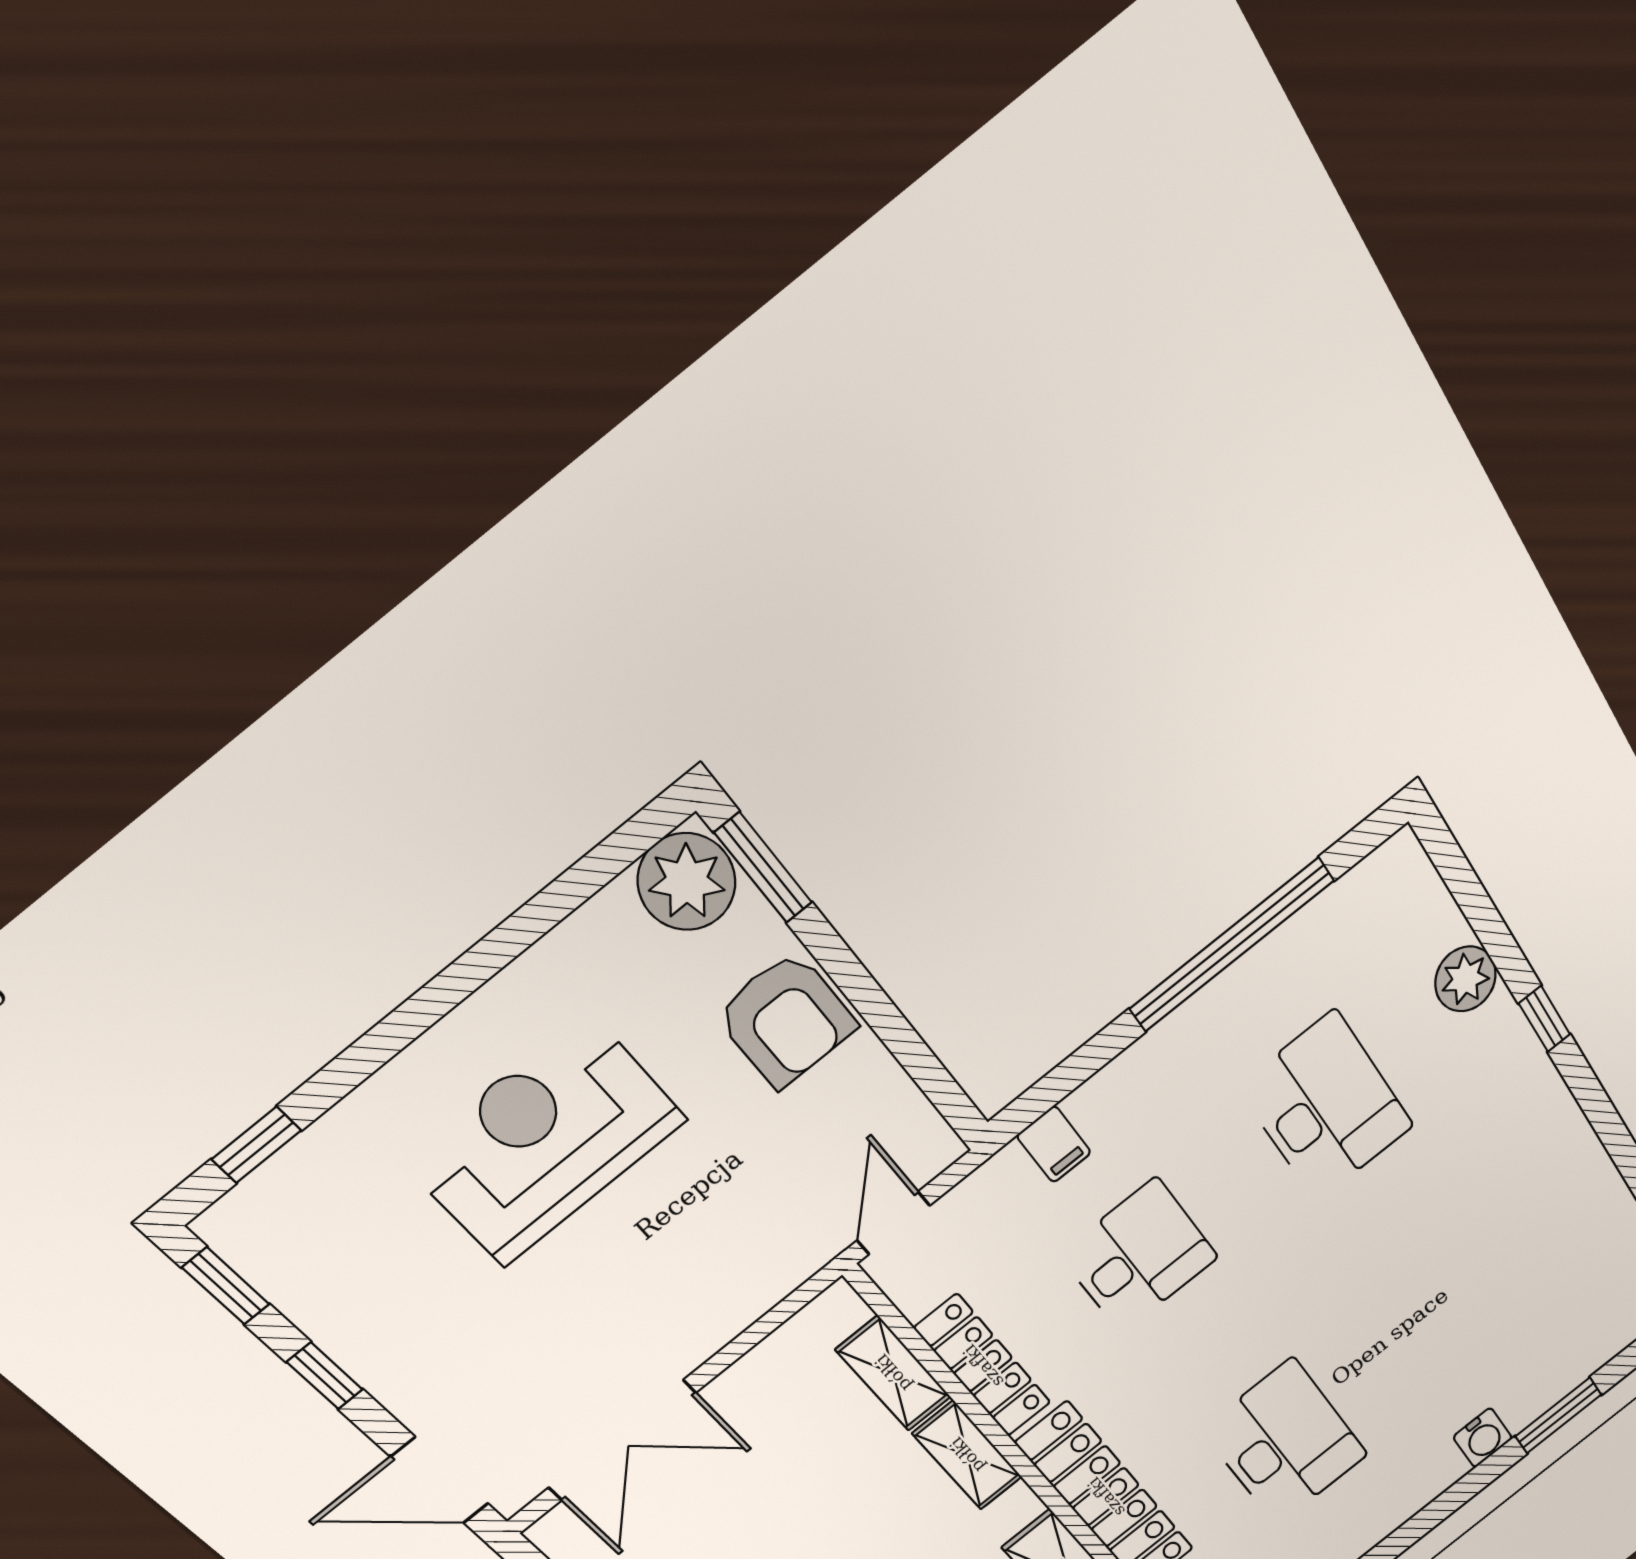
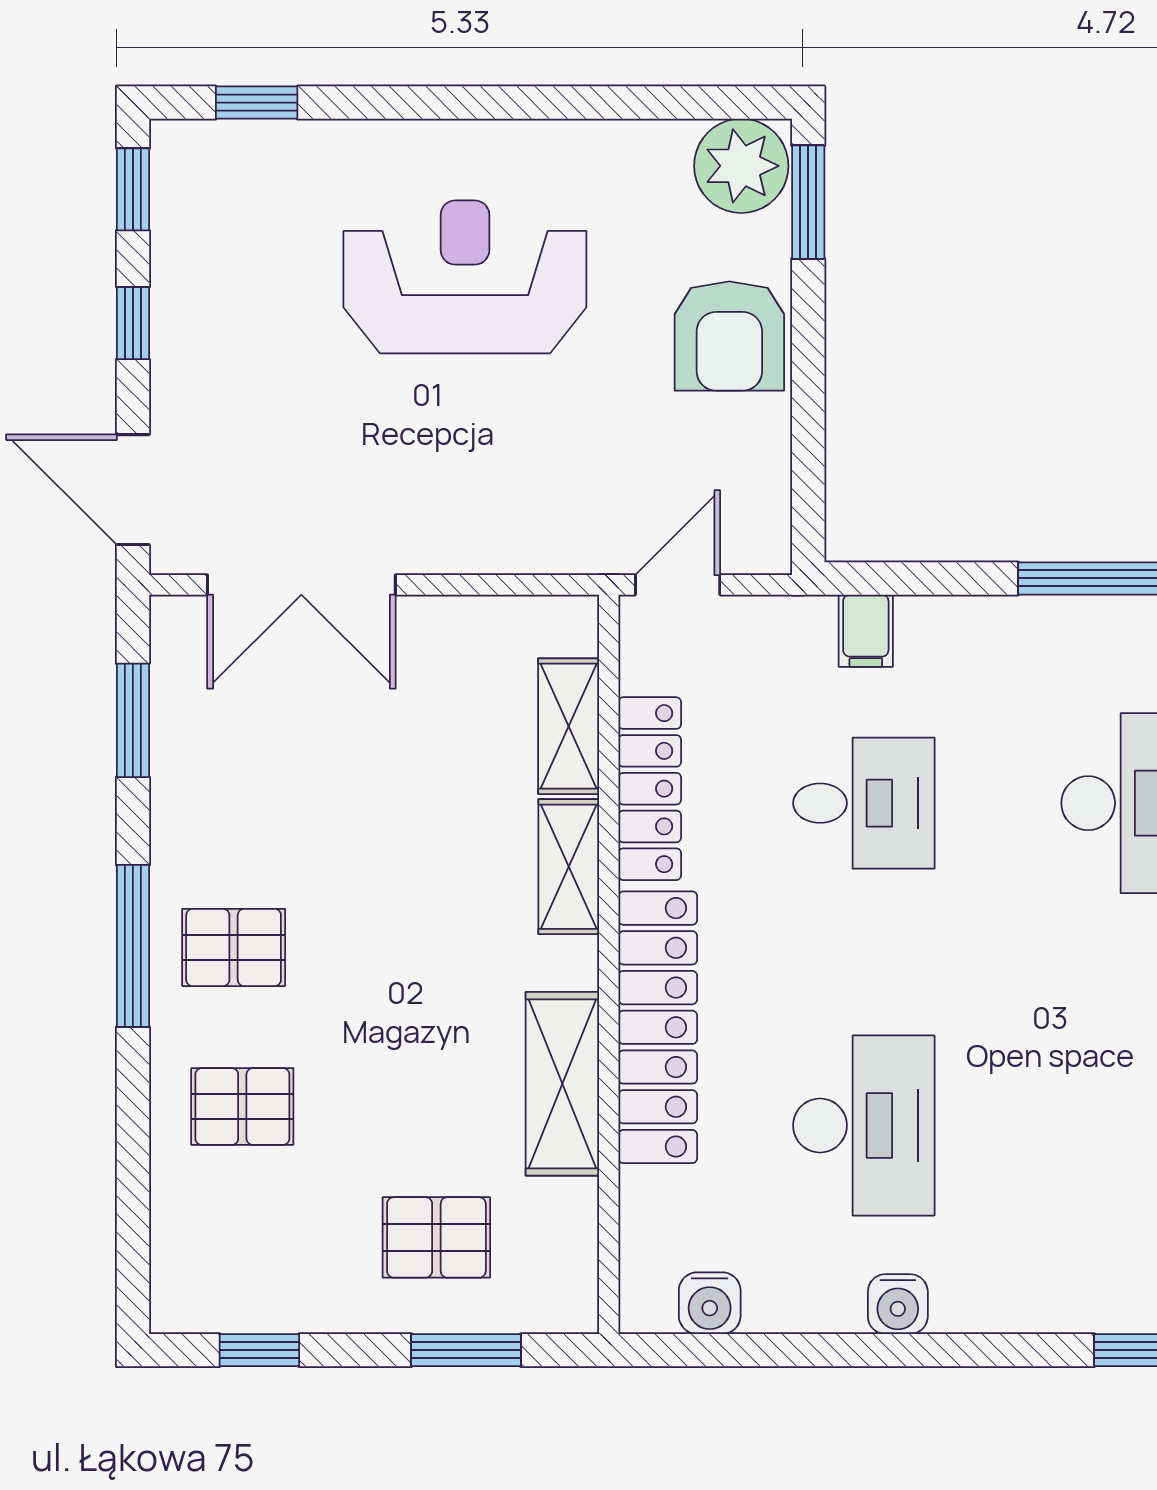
water cooler: (1483, 1438) -> (898, 1304), moved

